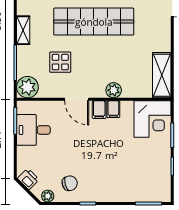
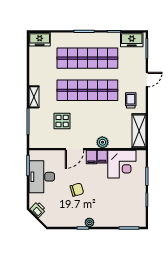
trolley: (151, 35) -> (131, 100), added
plant: (27, 87) -> (37, 140), removed
door: (77, 99) -> (75, 149), hinge flipped
corner desk: (152, 119) -> (122, 164), moved
desk: (33, 130) -> (42, 177), width x1.37
chair: (70, 183) -> (77, 190), moved
plant: (48, 196) -> (89, 222), moved

